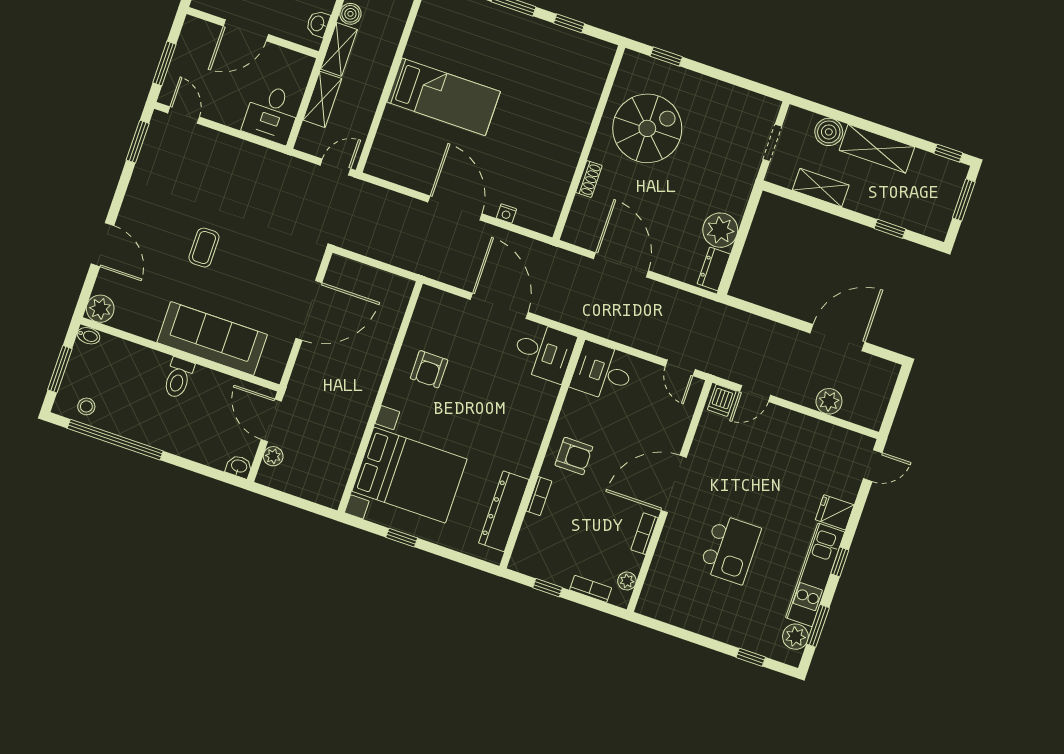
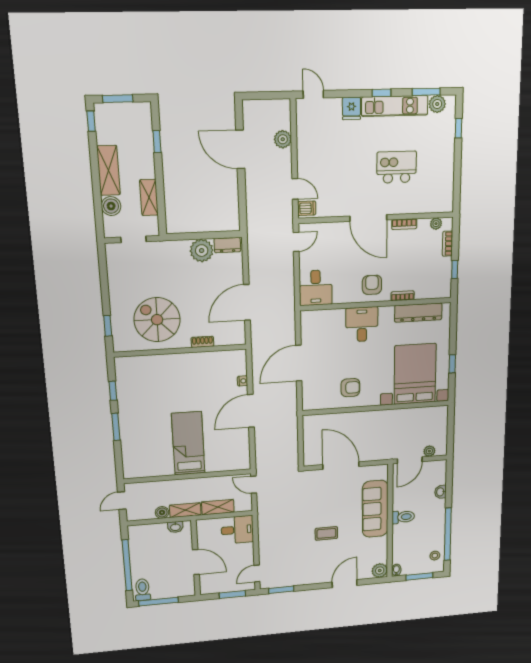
desk: (544, 352) -> (362, 324), moved
washbasin: (239, 467) -> (441, 492), moved

